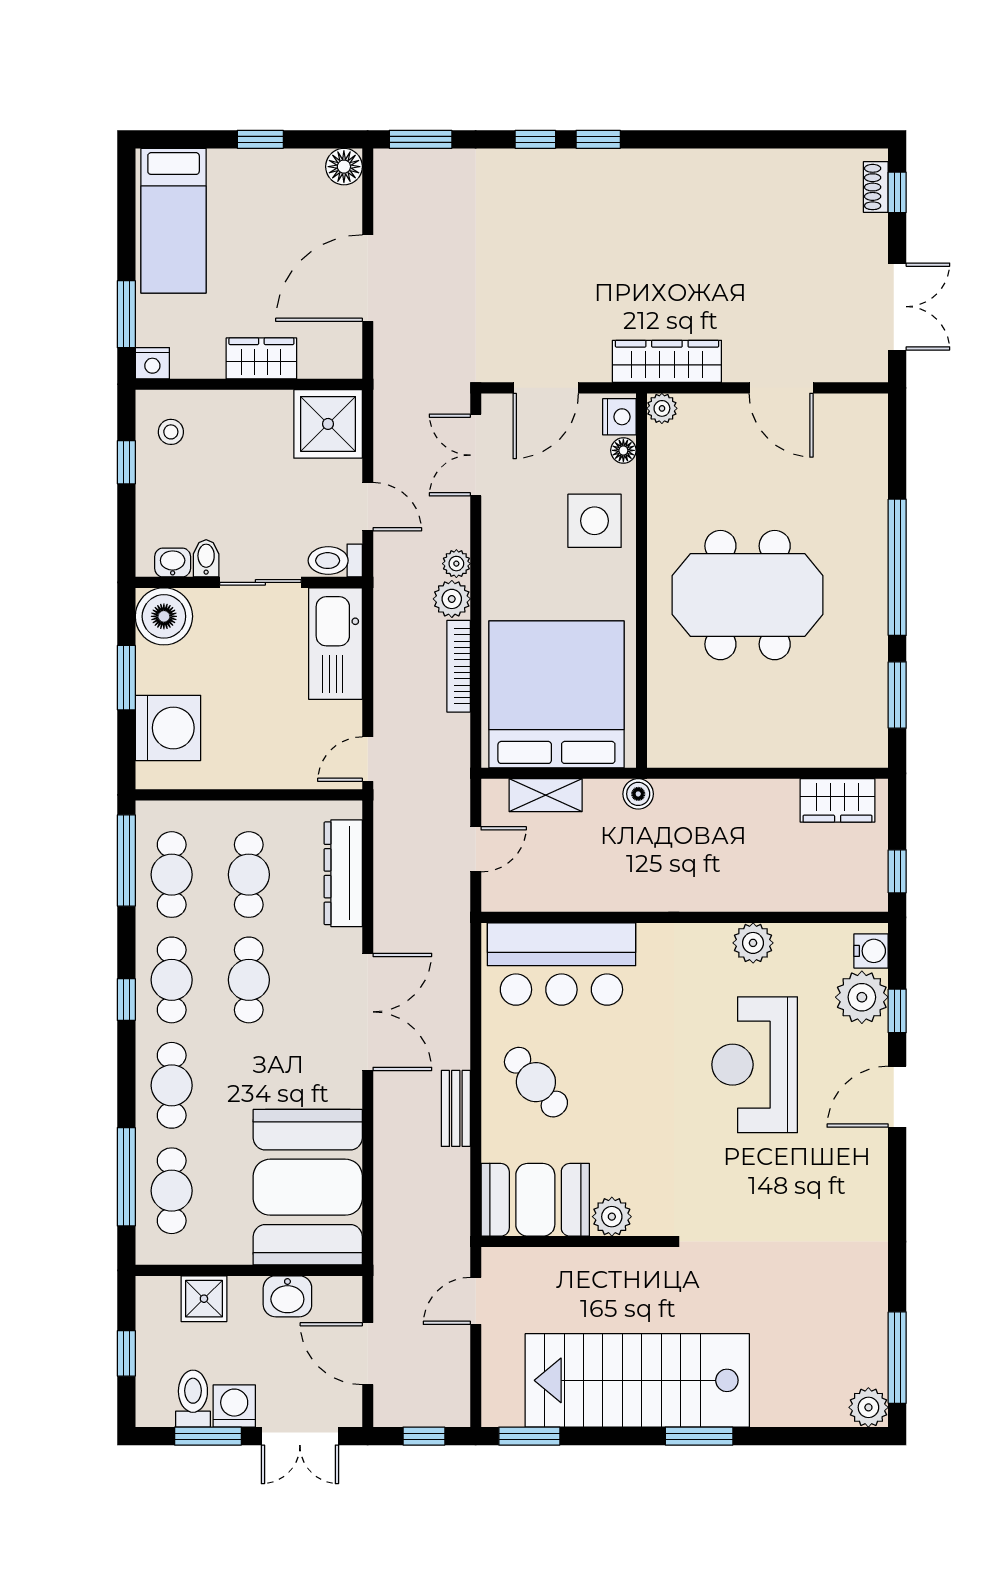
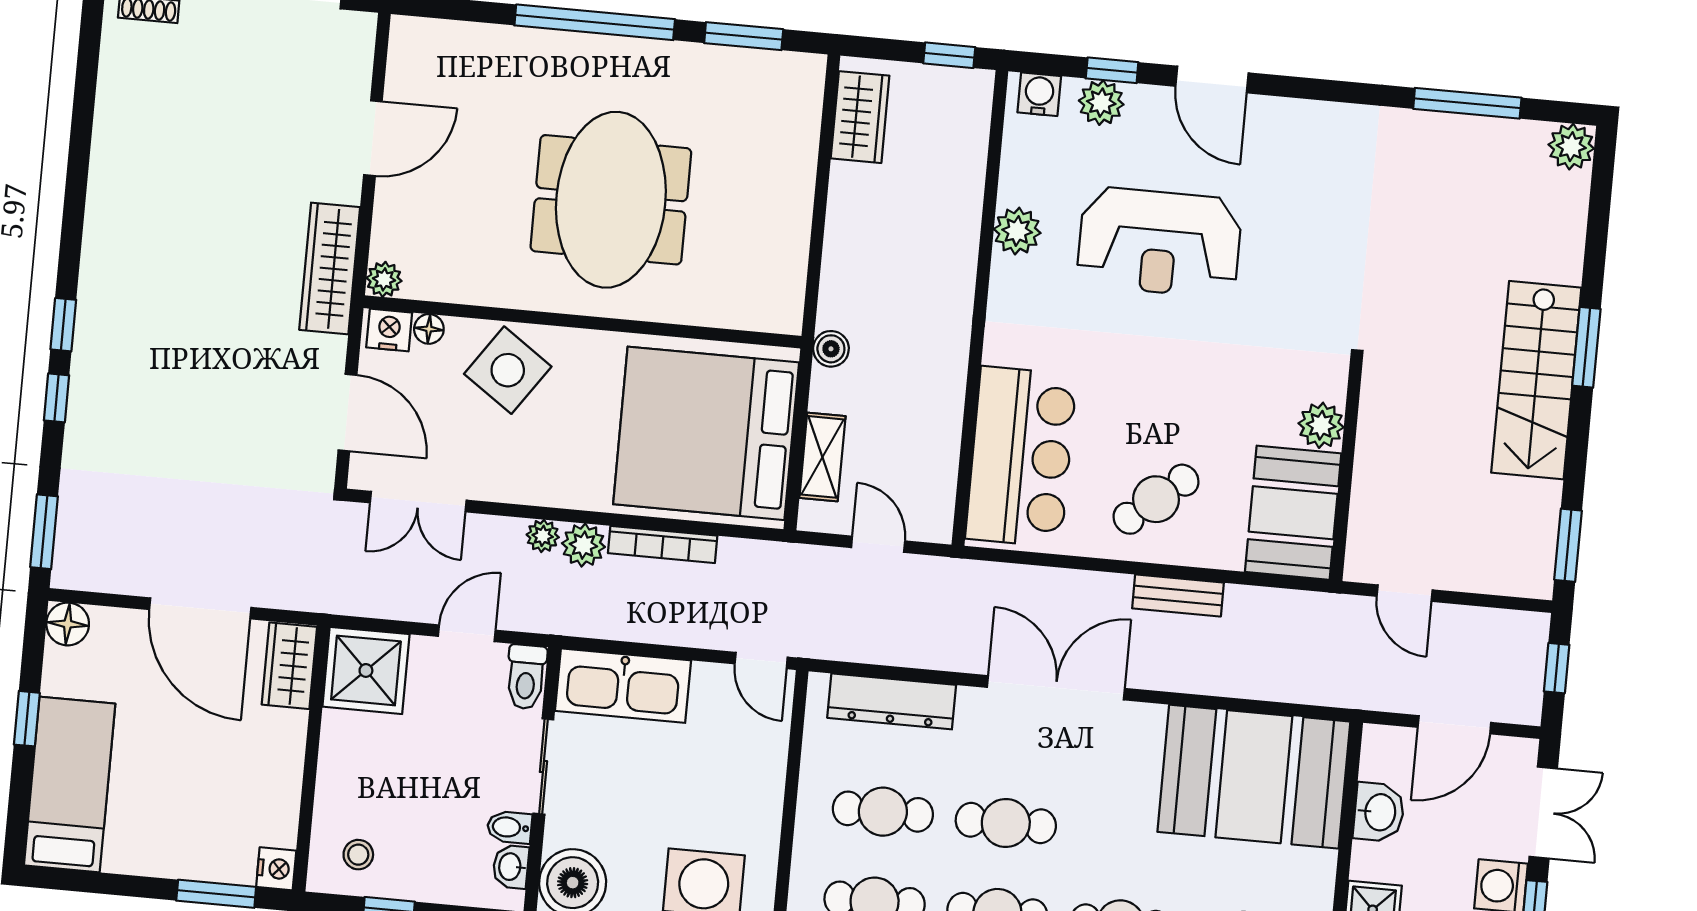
bed: (174, 221) -> (70, 784), moved, turned -90
wardrobe: (261, 358) -> (289, 666), moved
side table: (595, 521) -> (508, 370), turned 35
plant: (862, 997) -> (1101, 103), width x0.73, depth x0.73
window: (897, 1358) -> (1467, 103), moved
stairs: (637, 1380) -> (1536, 380), width x0.73, depth x0.66

